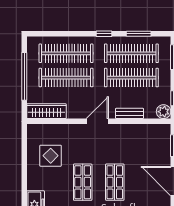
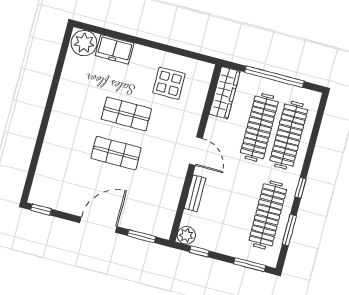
clothes rail: (131, 78) -> (238, 207), removed

